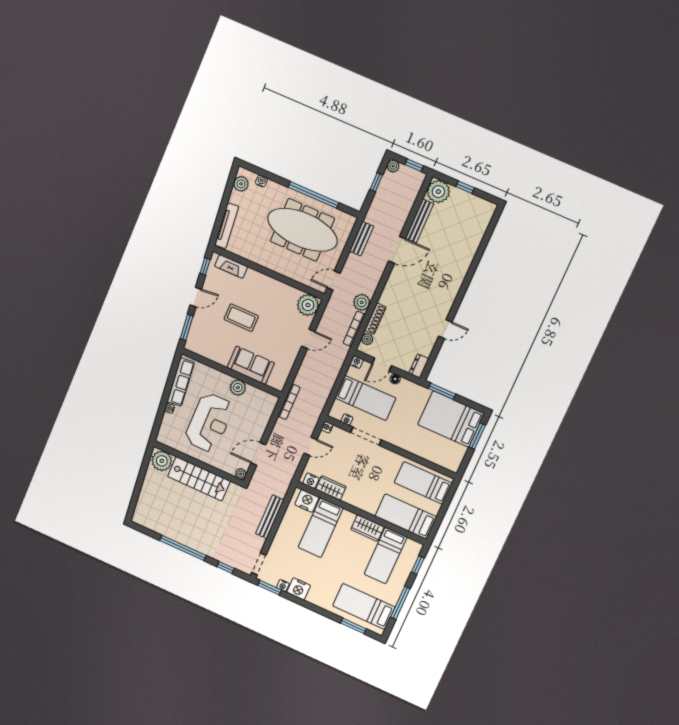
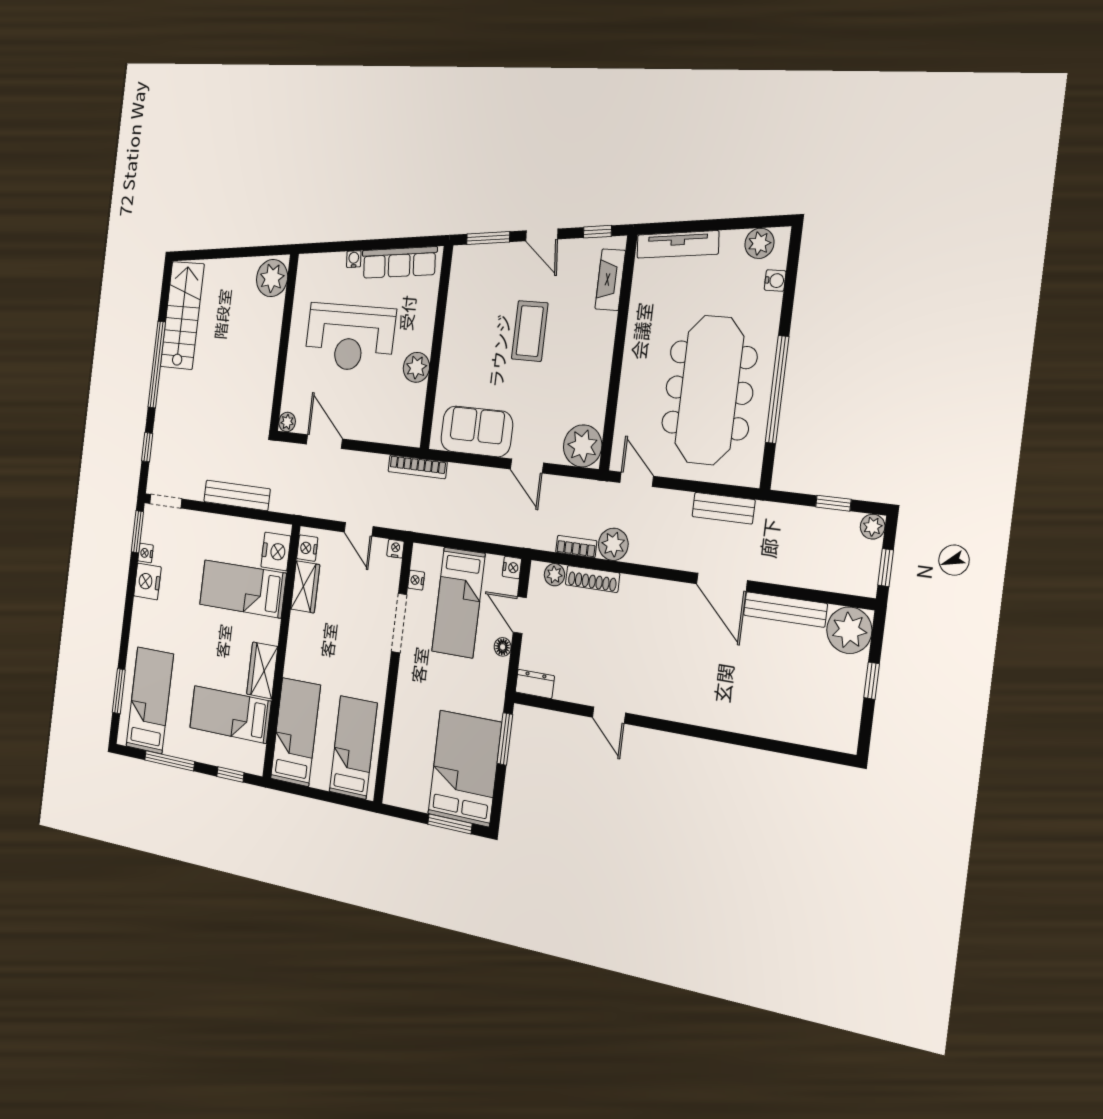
bookcase: (354, 329) -> (576, 547), width x0.64
sofa: (251, 365) -> (477, 431), moved, turned -90
stairs: (199, 479) -> (182, 315), moved, turned 180

